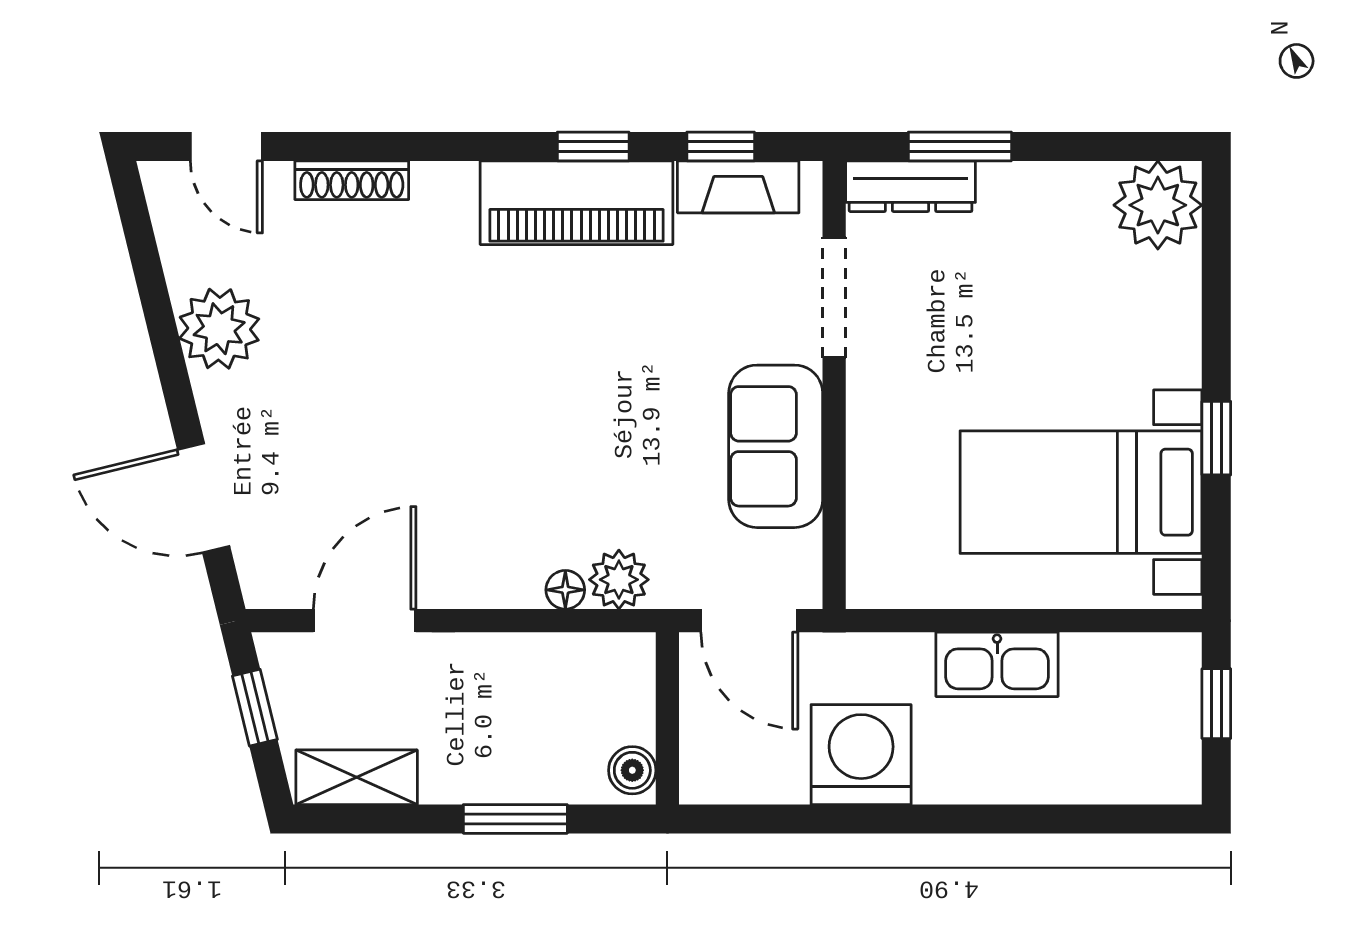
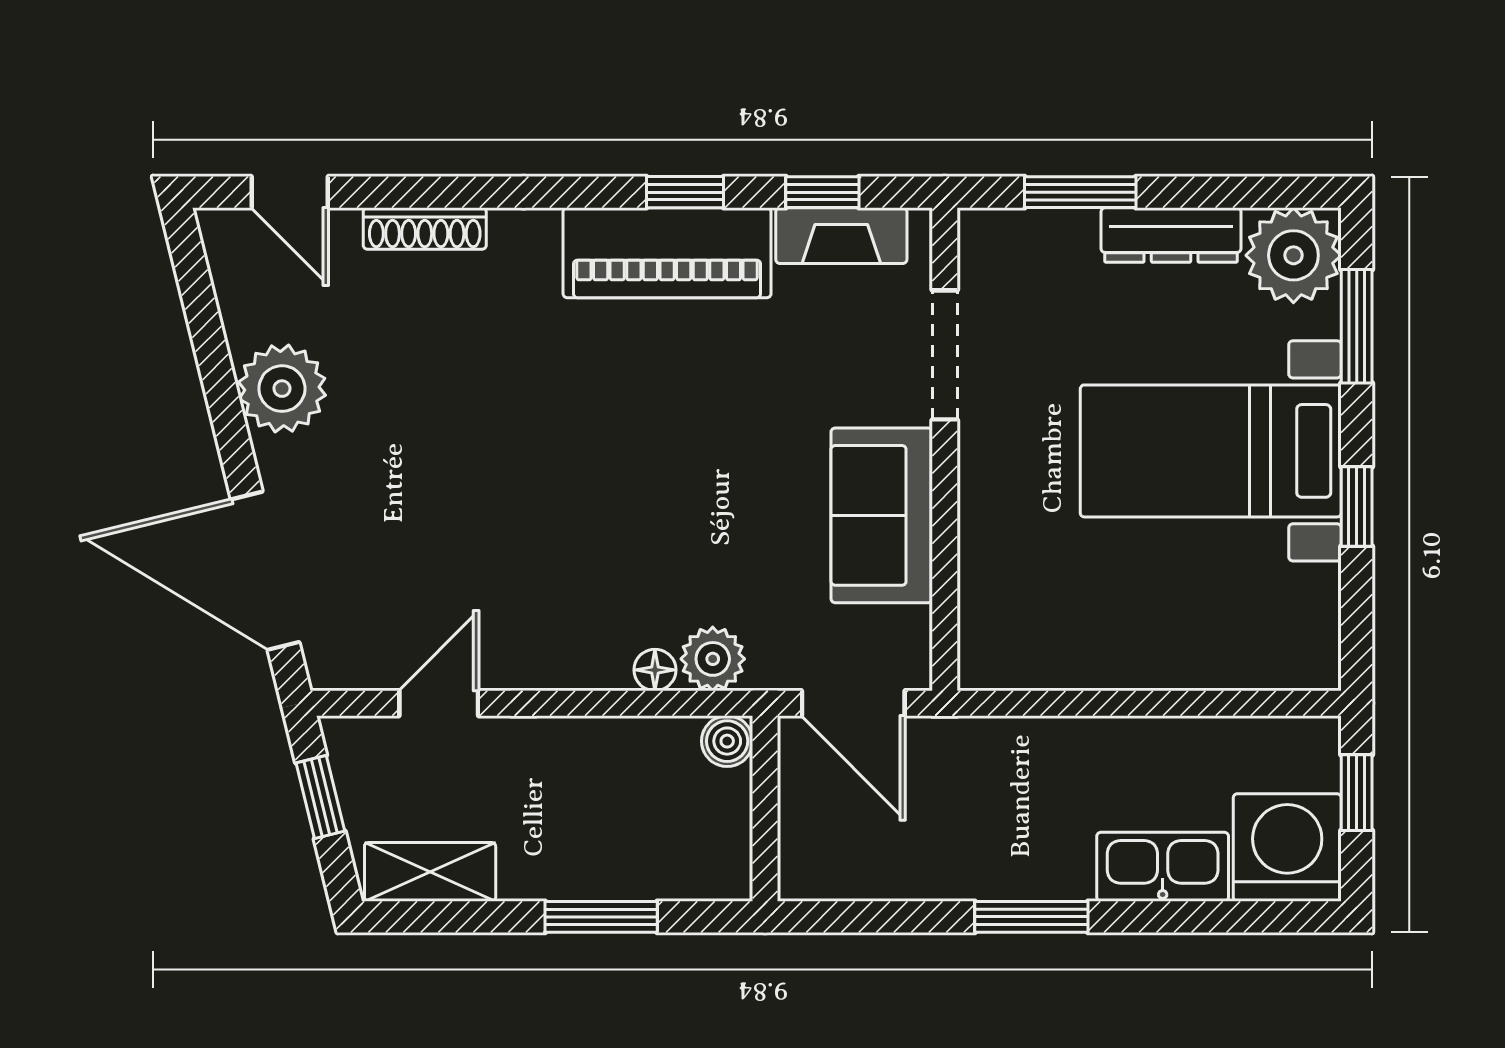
dresser: (911, 186) -> (1171, 235), moved
window: (1216, 271) -> (1357, 326), added
bed with nightstands: (1081, 492) -> (1211, 451), moved
door: (204, 498) -> (265, 571), width x1.36
door: (365, 621) -> (439, 703), width x0.73
kitchen sink: (997, 664) -> (1163, 867), moved, turned 180
washing machine: (861, 755) -> (1287, 848), moved
boiler: (632, 770) -> (727, 741), moved
window: (915, 819) -> (1031, 917), added

